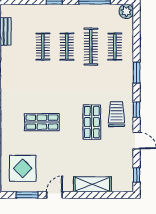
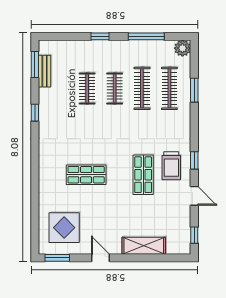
clothes rail: (115, 47) -> (169, 88), width x1.36
window: (137, 73) -> (194, 90), moved
trolley: (117, 114) -> (171, 166), turned 180
window: (27, 195) -> (57, 258), moved
door: (55, 195) -> (101, 258), hinge flipped

